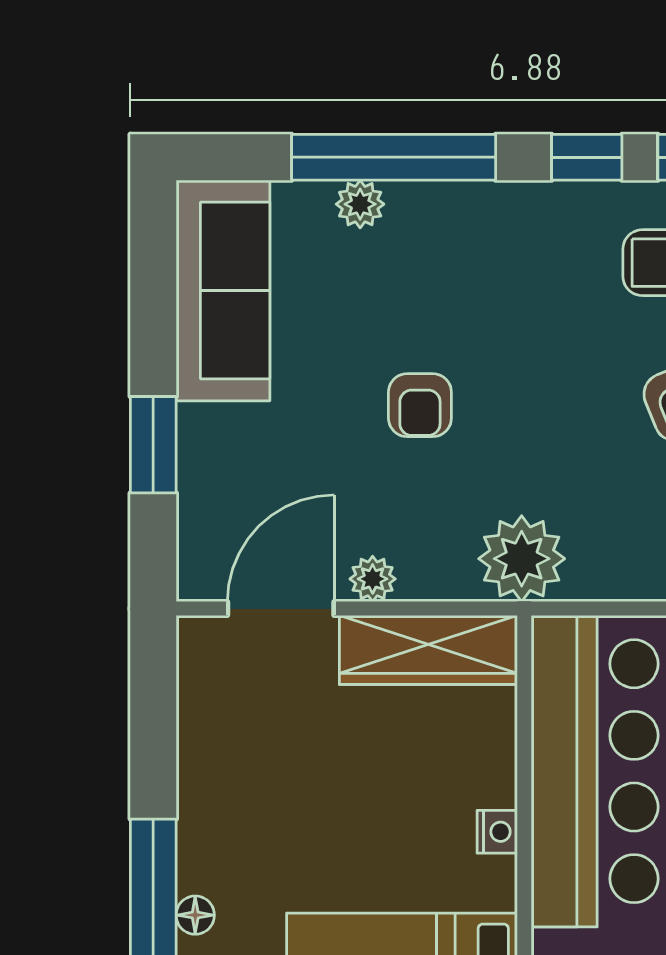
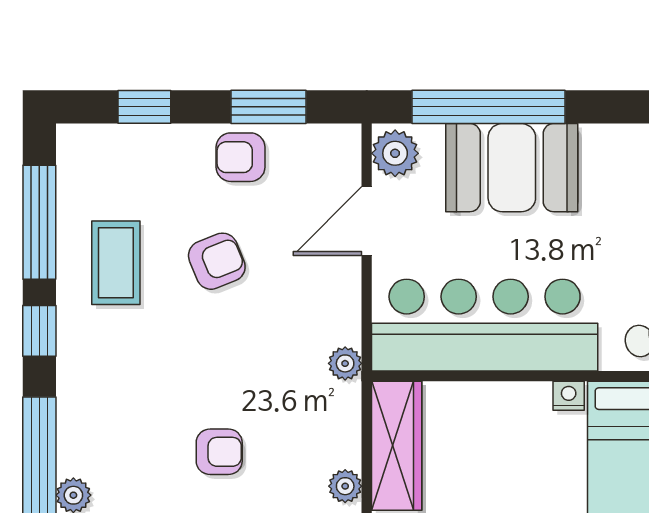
plant: (522, 559) -> (345, 363), width x0.53, depth x0.53
nightstand: (497, 832) -> (569, 396), moved

